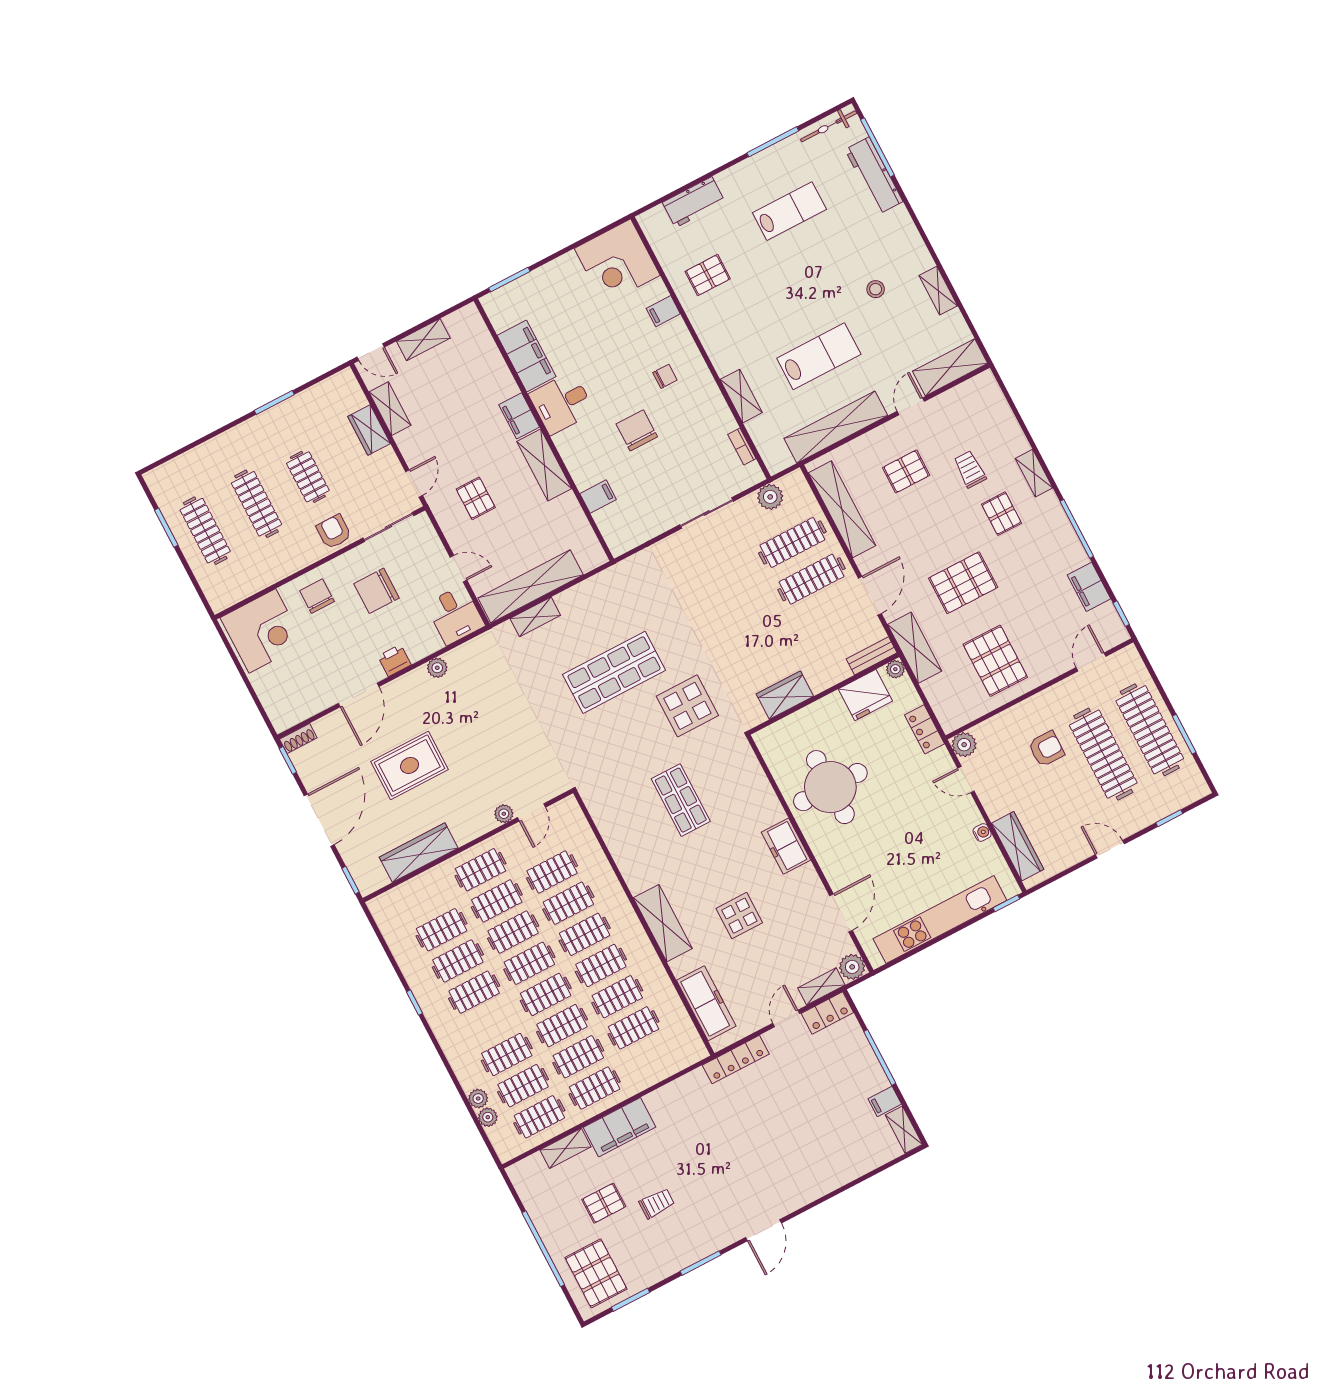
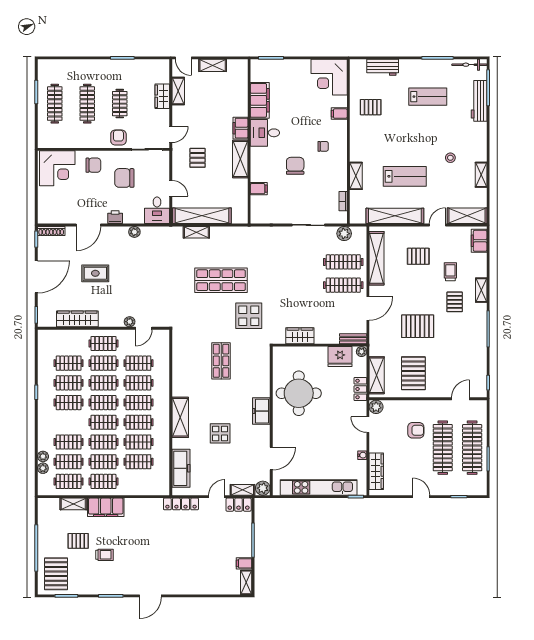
filing cabinet: (1089, 587) -> (479, 241), moved
chair: (317, 596) -> (93, 165), turned 90
shelving: (915, 648) -> (377, 375), moved
shoe rack: (298, 738) -> (51, 231), width x1.43
rug: (410, 765) -> (95, 273), width x0.73, depth x0.70

